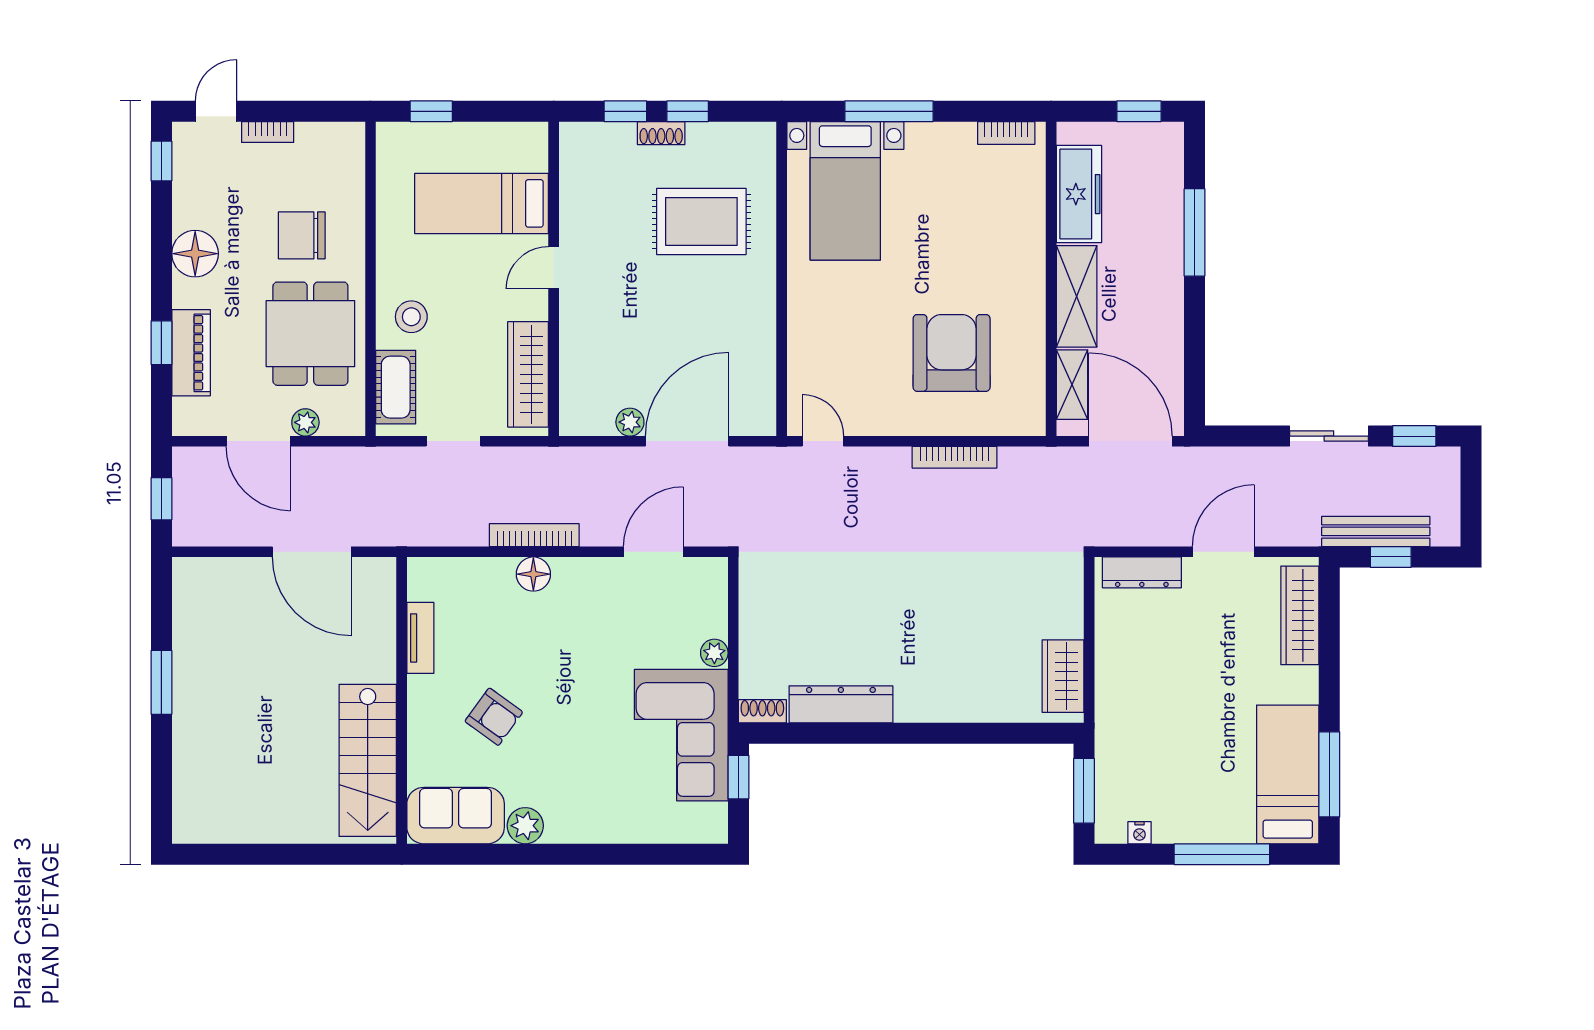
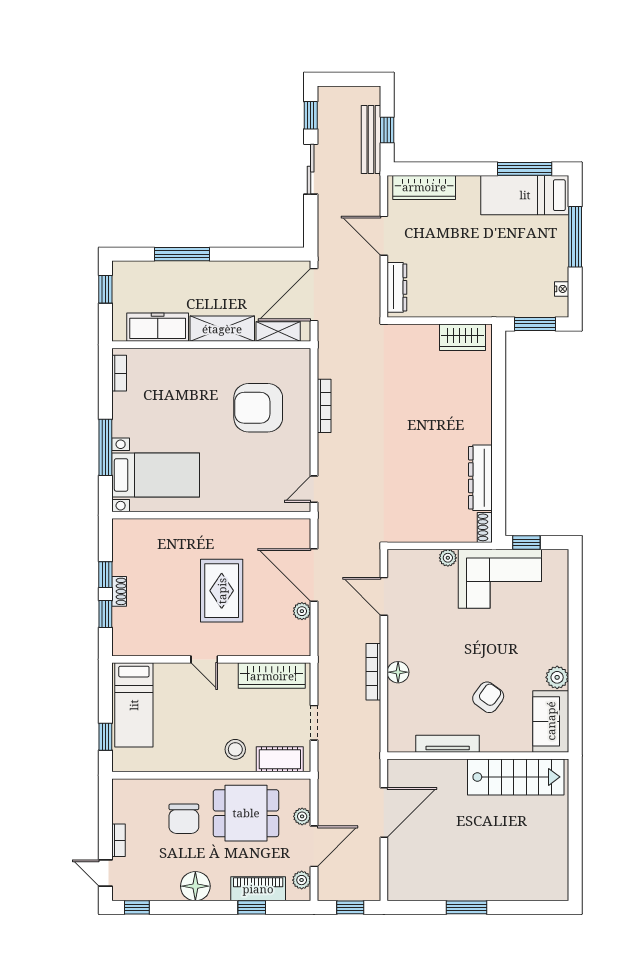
bed: (482, 203) -> (134, 705), moved
rug: (701, 221) -> (222, 591), moved
plant: (205, 422) -> (302, 880), added
tv unit: (420, 638) -> (448, 744), width x1.41

